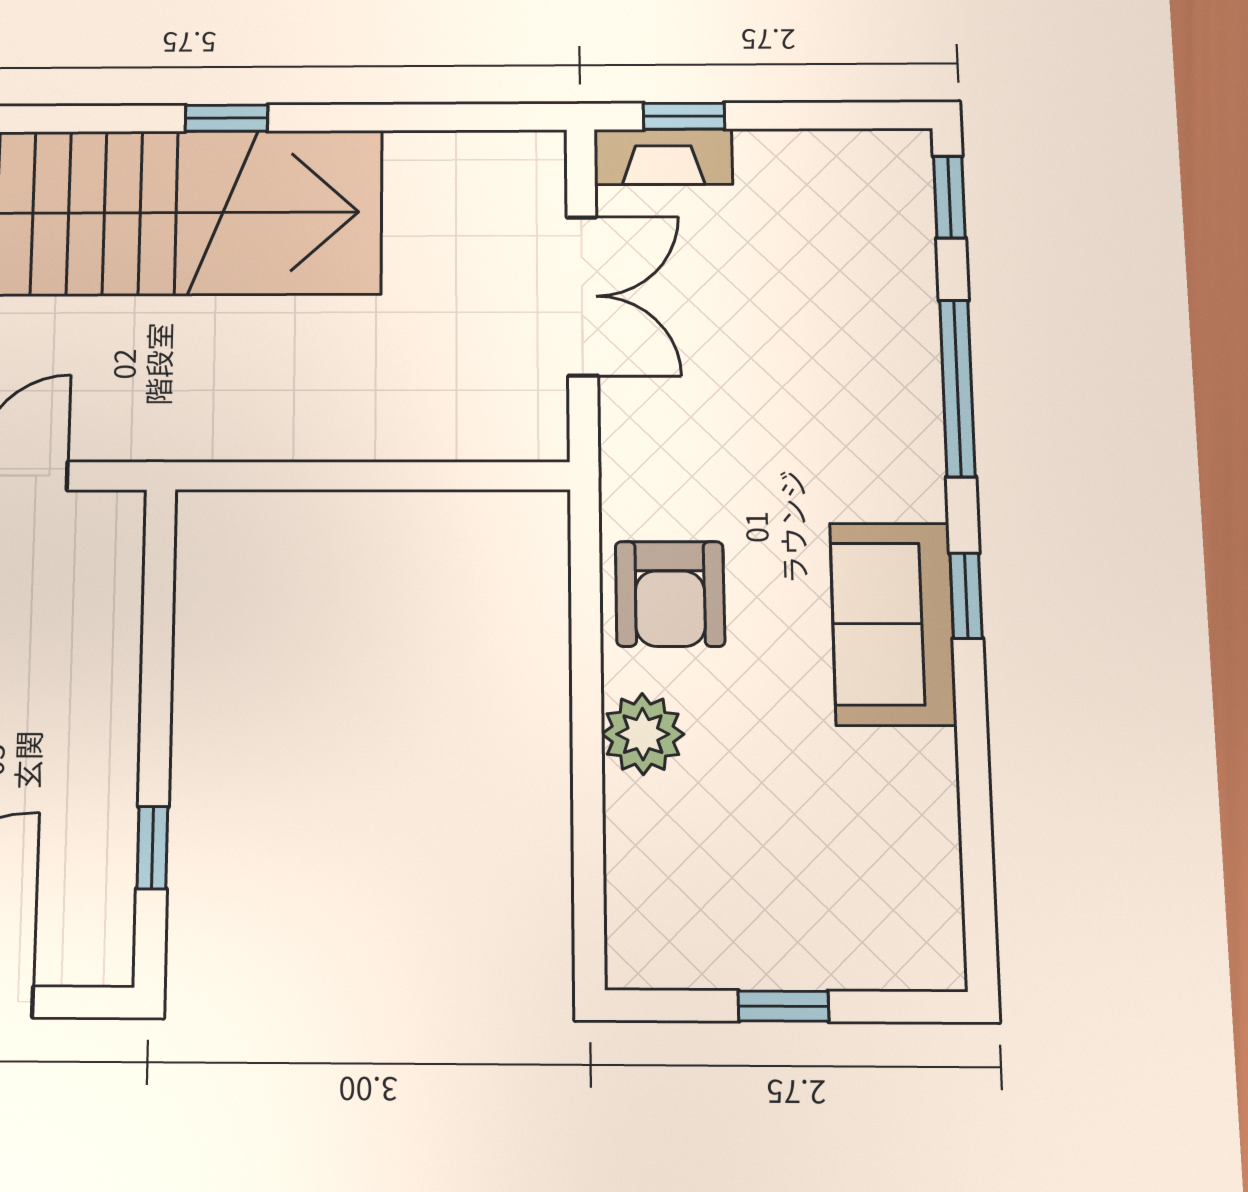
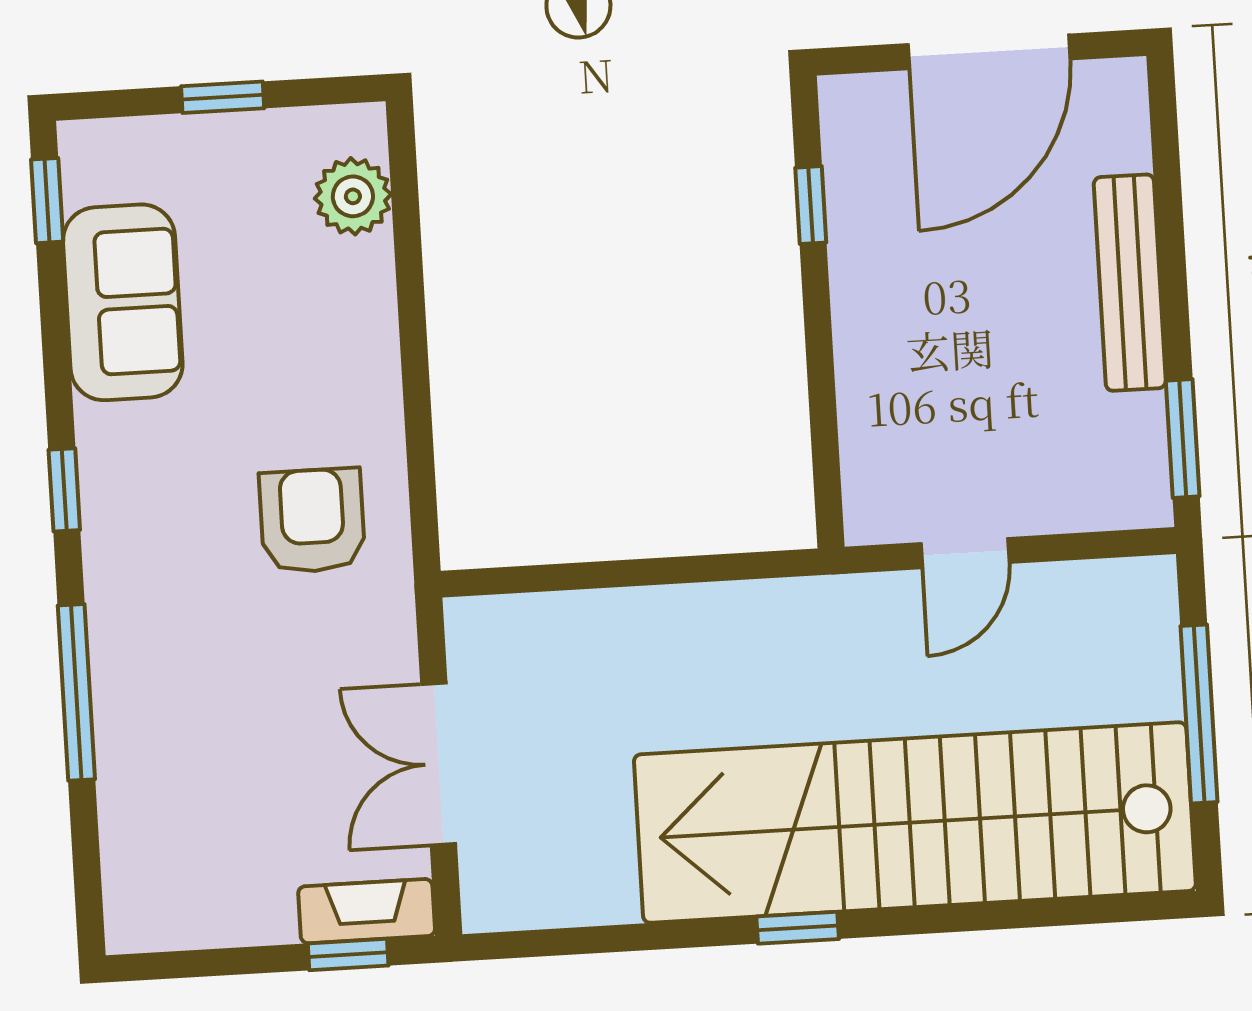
window: (949, 197) -> (47, 201), moved
armchair: (670, 594) -> (312, 521), moved
sofa: (893, 624) -> (123, 302), moved
plant: (643, 734) -> (353, 196), moved

